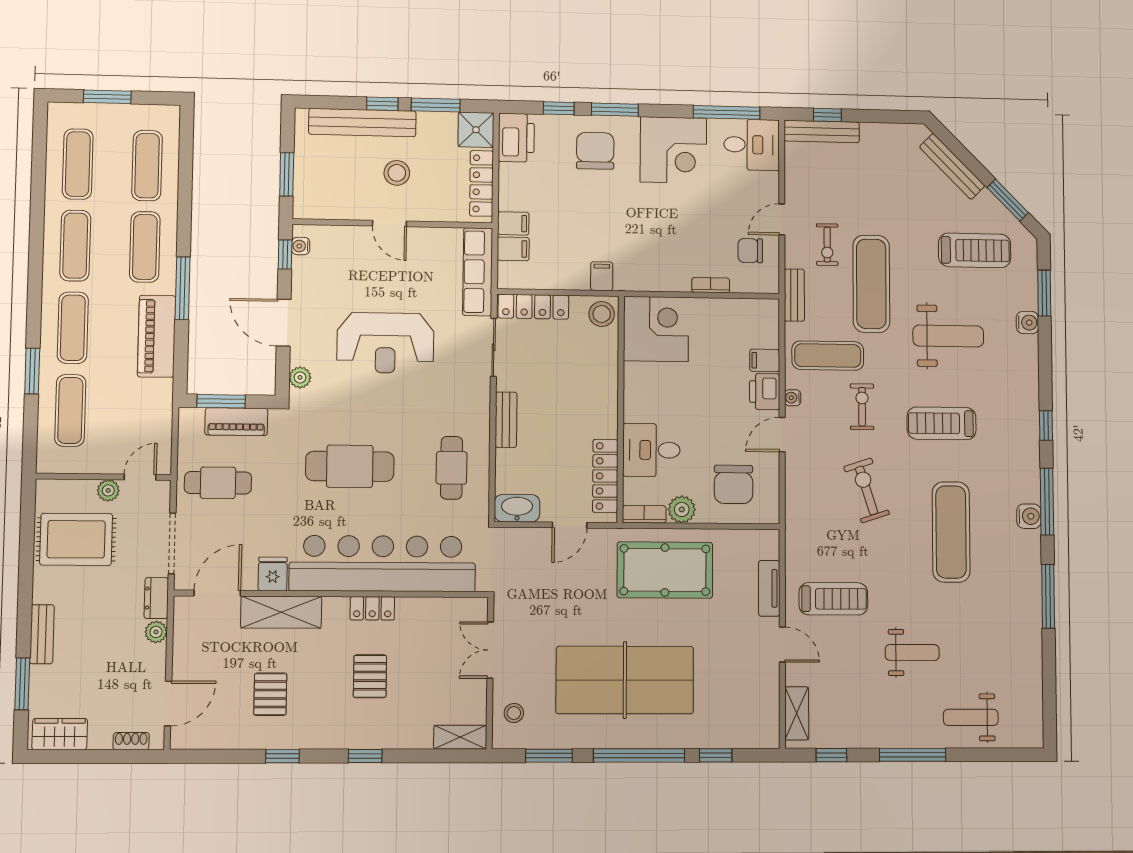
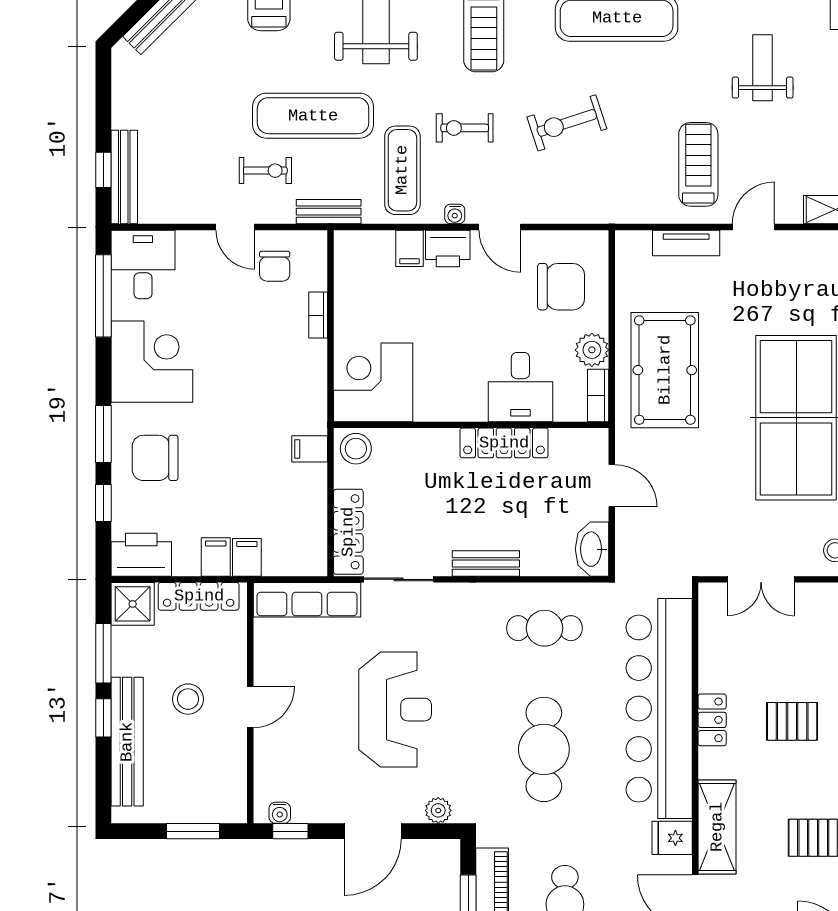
filing cabinet: (513, 249) -> (216, 557), moved
locker: (605, 476) -> (504, 443), moved

